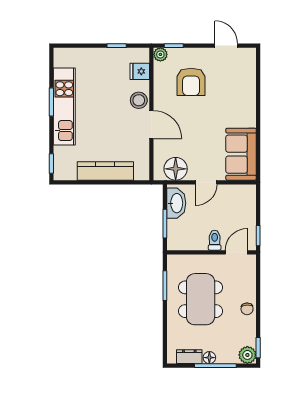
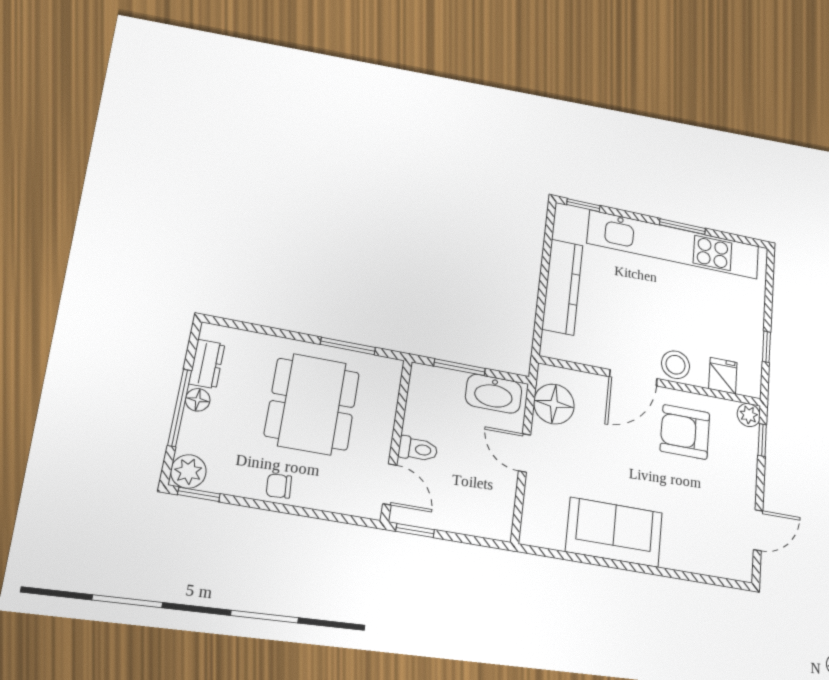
armchair: (191, 82) -> (685, 432), moved
kitchen unit: (64, 107) -> (674, 245), width x1.36
sofa: (241, 154) -> (614, 532), moved
dining table: (201, 299) -> (312, 404), turned 90

